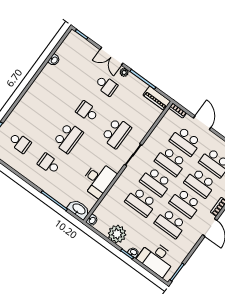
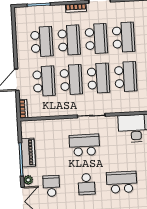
piano: (157, 98) -> (28, 153), moved

